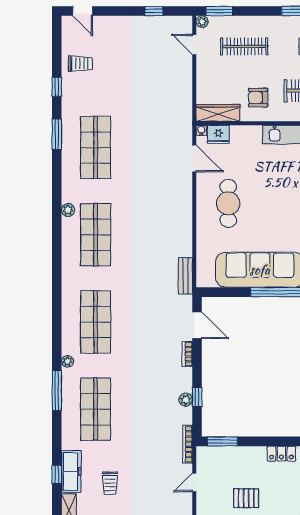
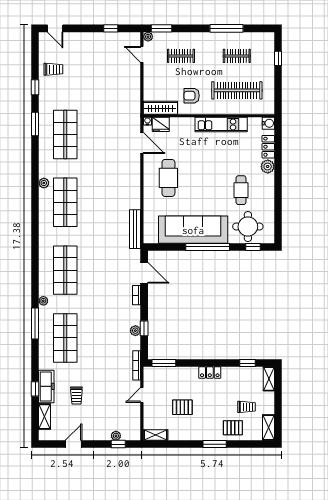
clothes rail: (244, 46) -> (181, 56), width x0.73
bench: (185, 276) -> (135, 229), width x1.36

